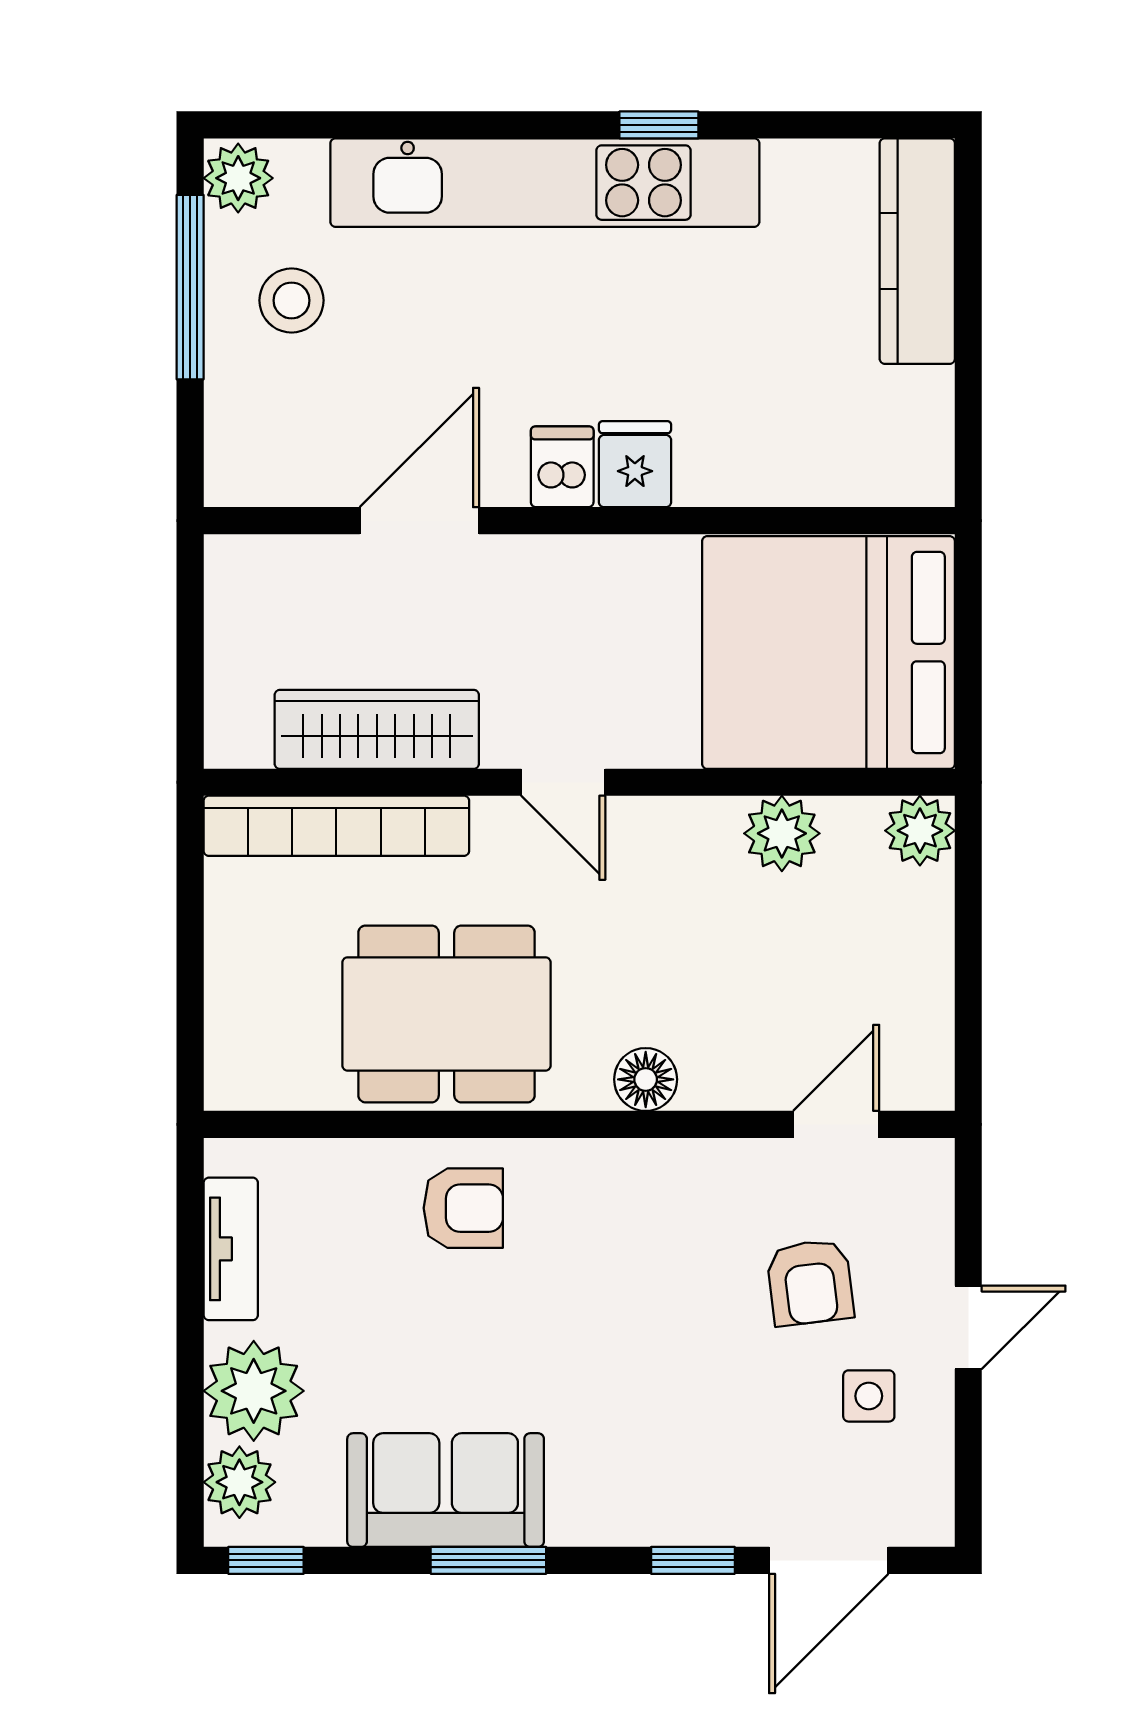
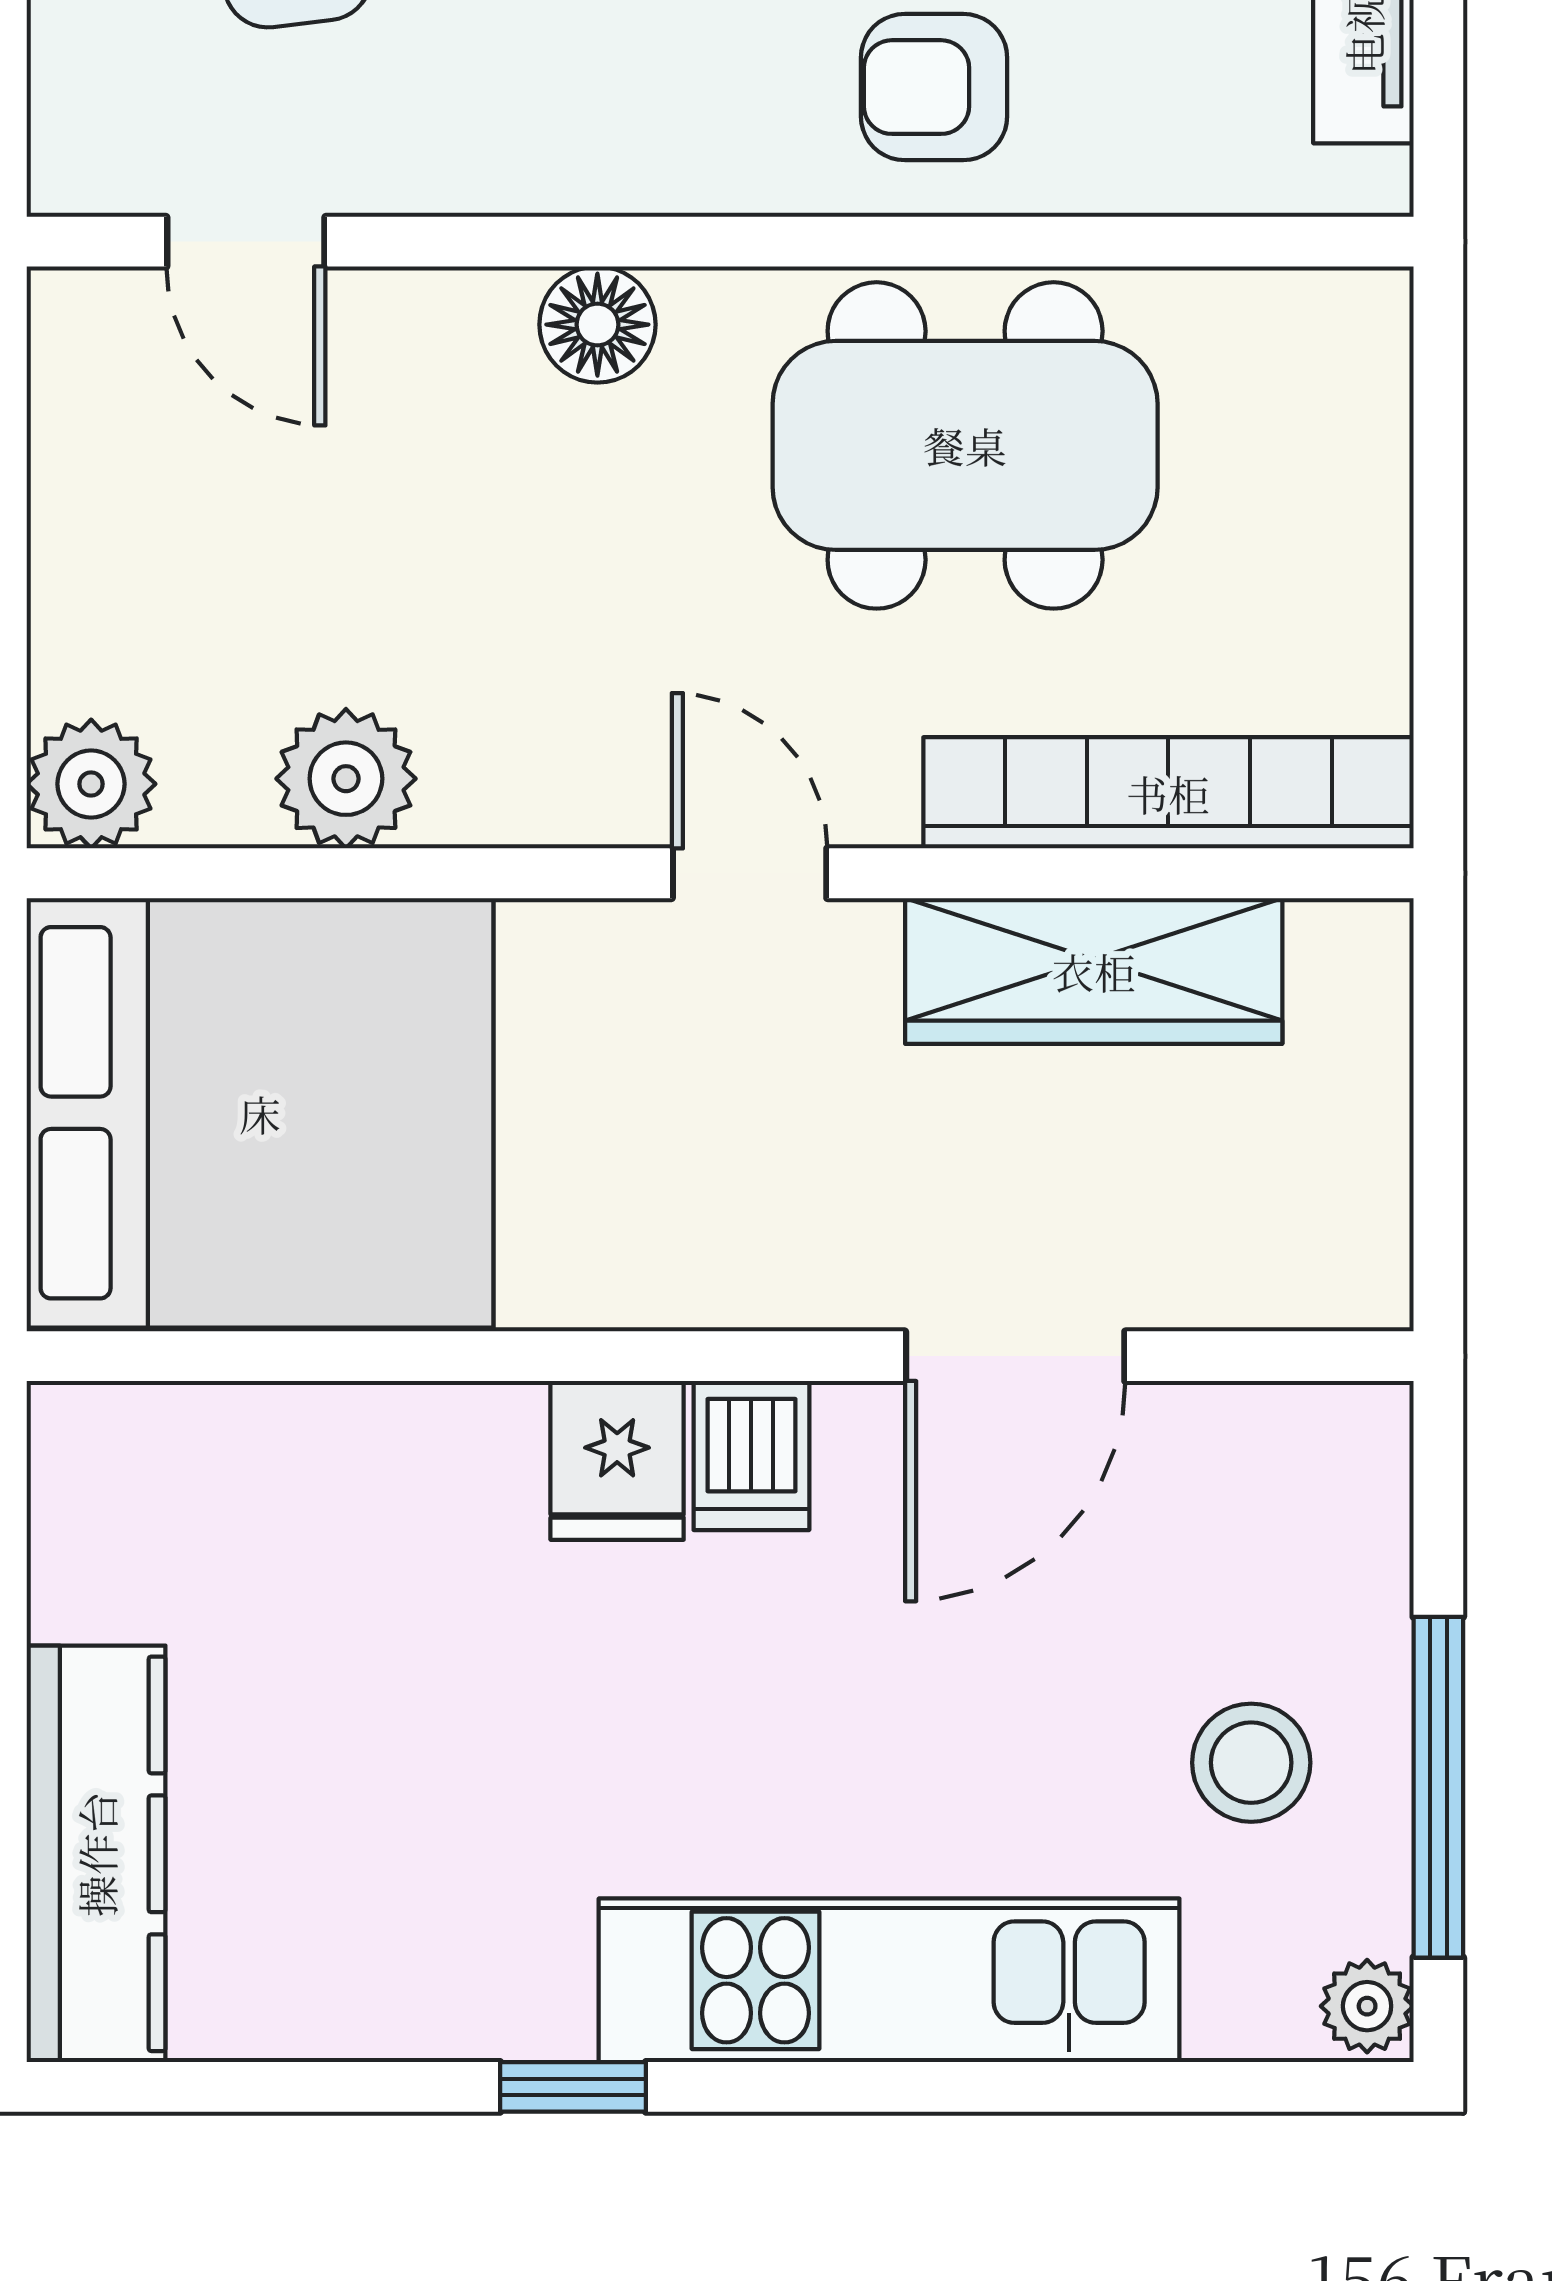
plant: (238, 178) -> (1367, 2006), width x0.73, depth x0.73
kitchen unit: (545, 183) -> (889, 1980), width x0.73
door: (836, 1124) -> (246, 242), hinge flipped

